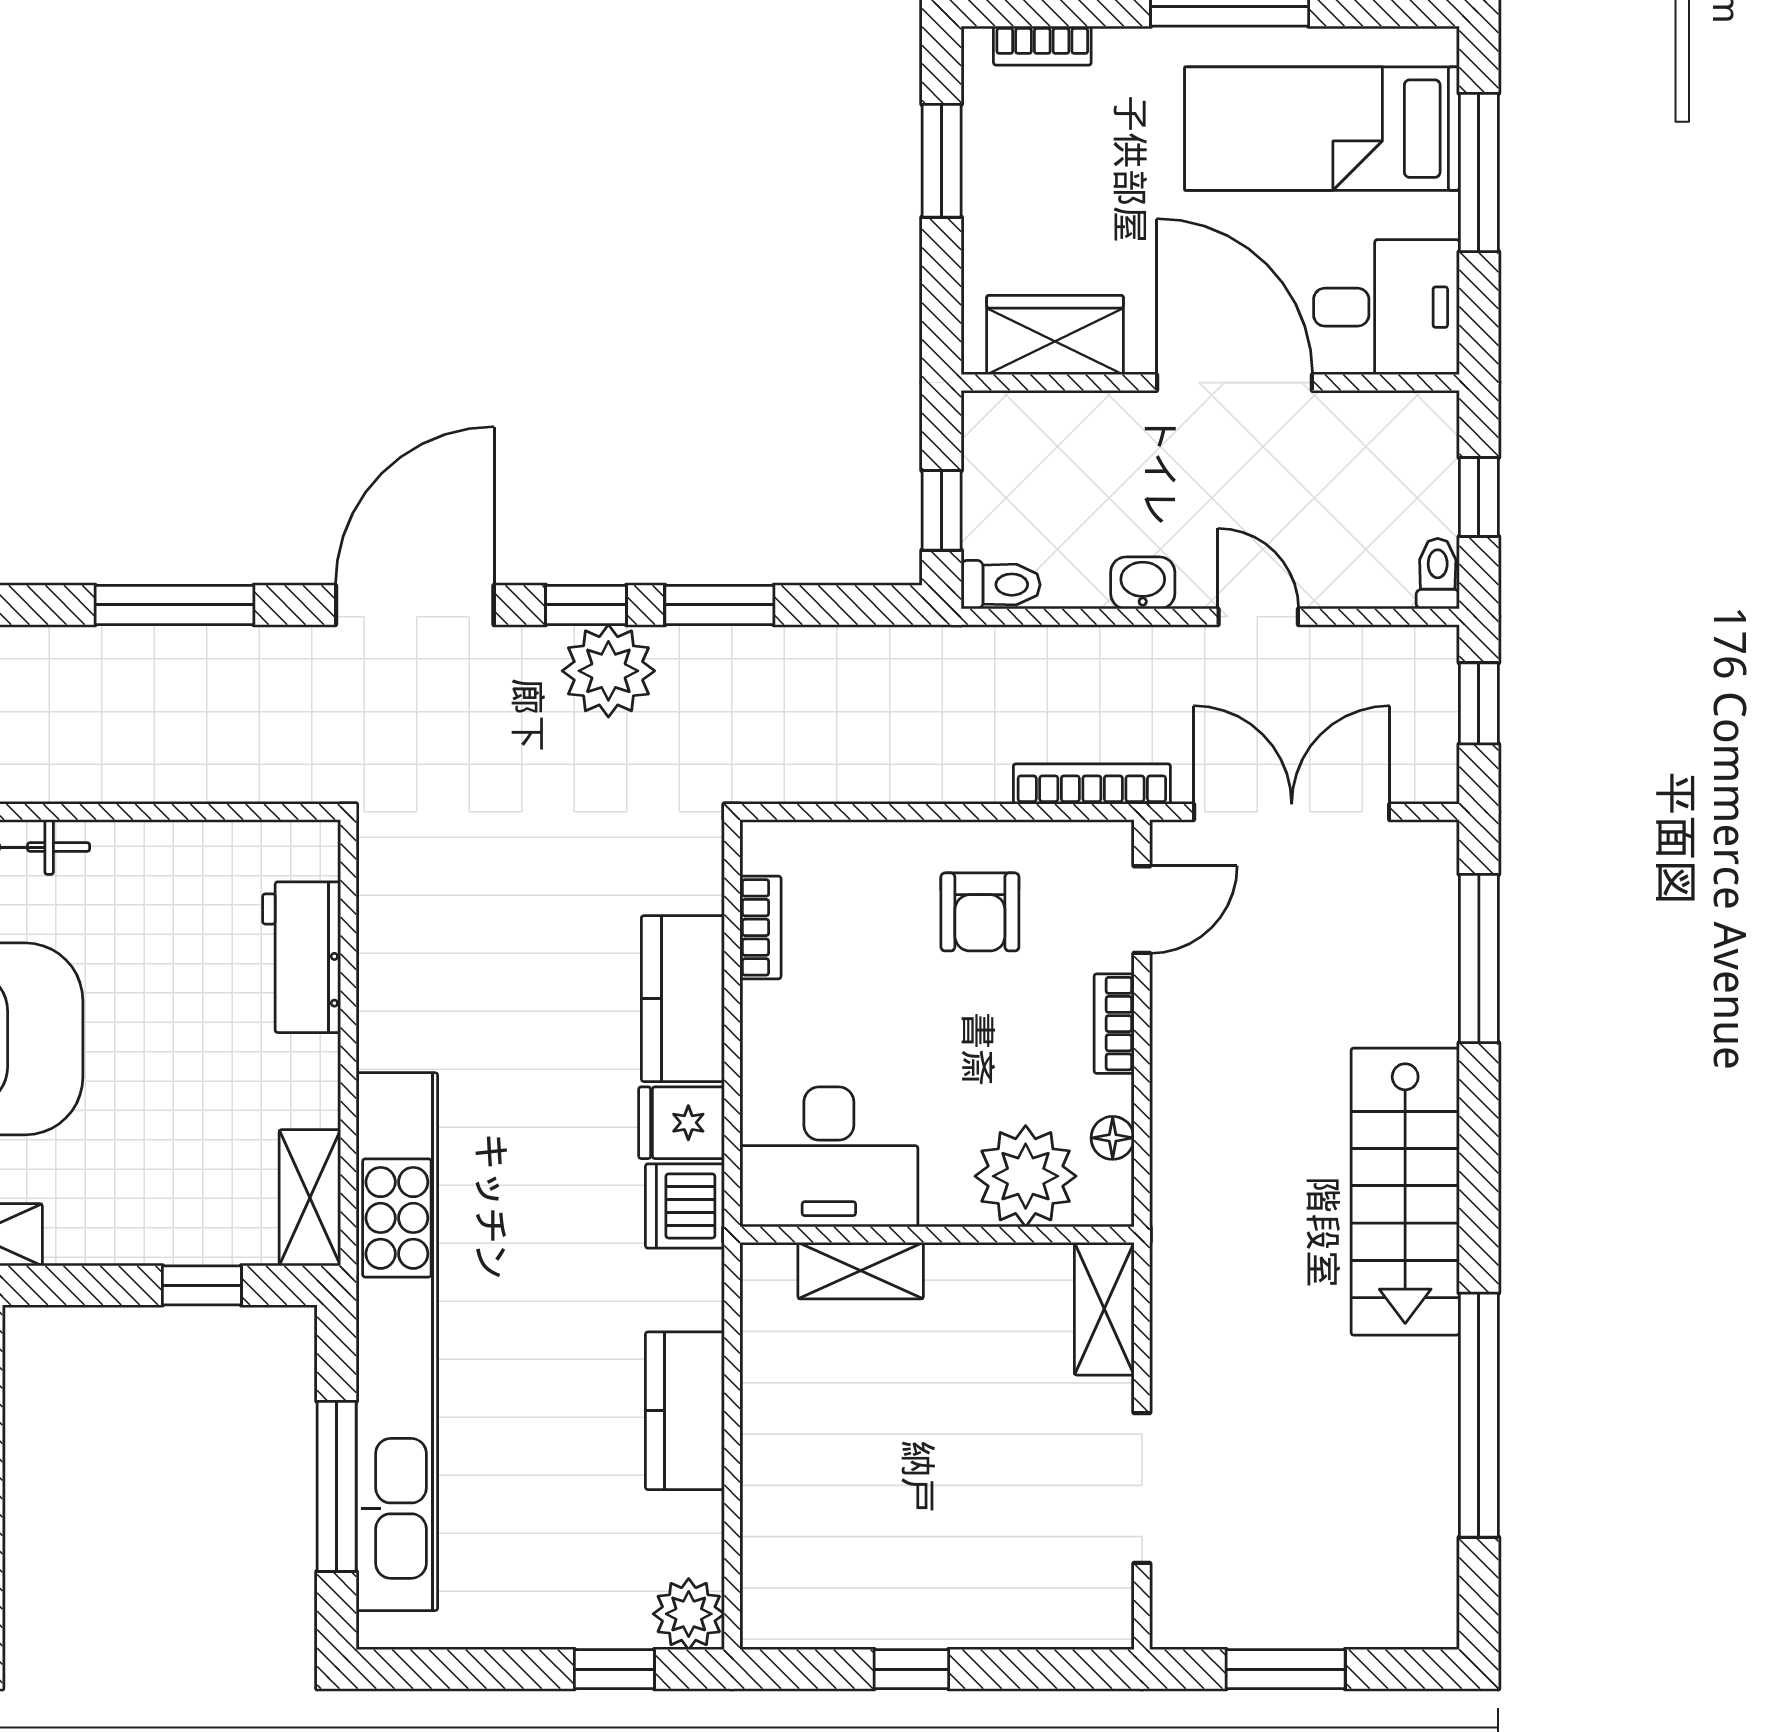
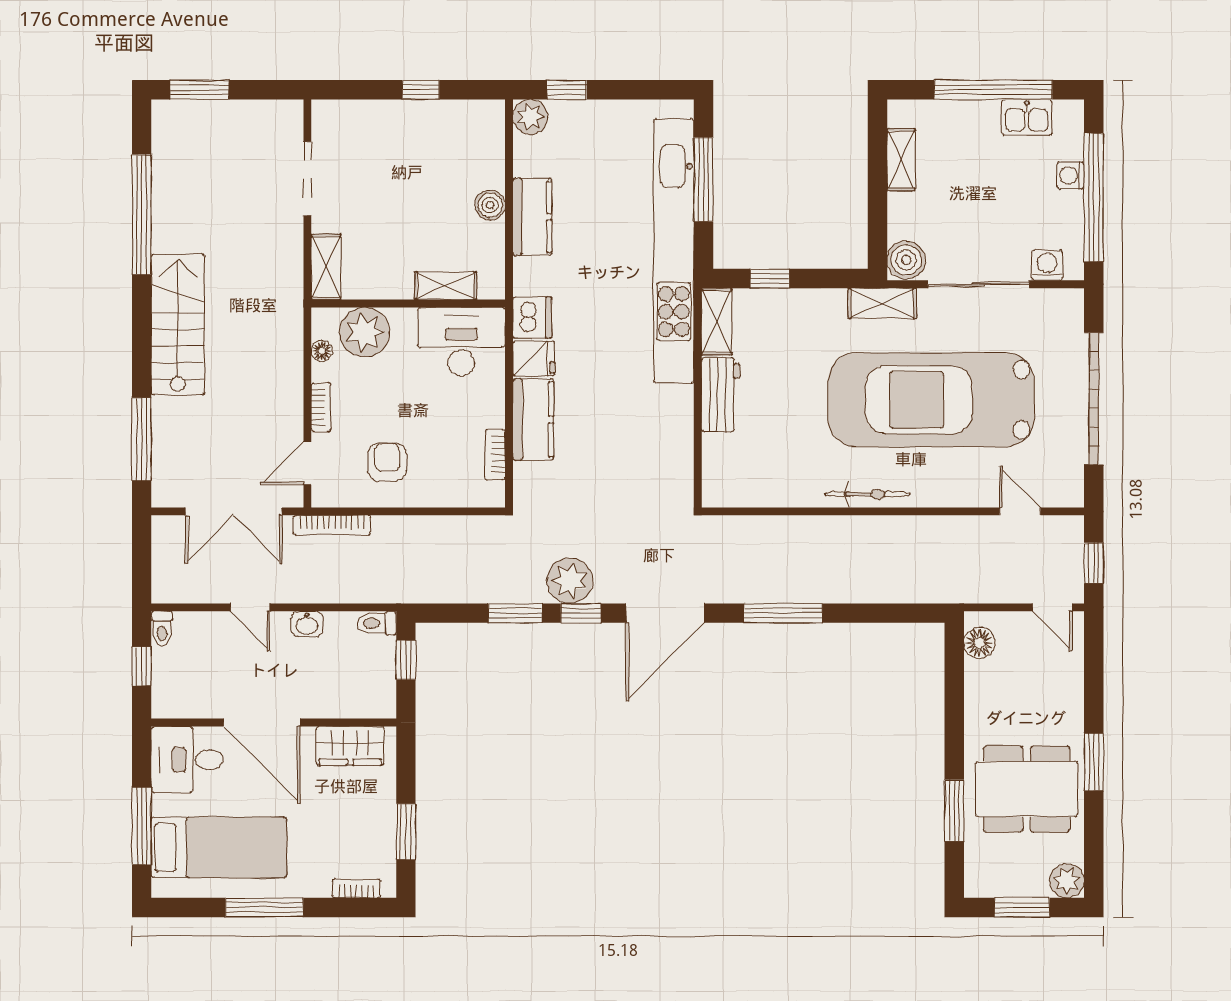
window: (1479, 703) -> (142, 565), removed
workbench: (302, 957) -> (721, 395), moved
boiler: (770, 1435) -> (490, 205), added
window: (1286, 1669) -> (200, 90), moved

